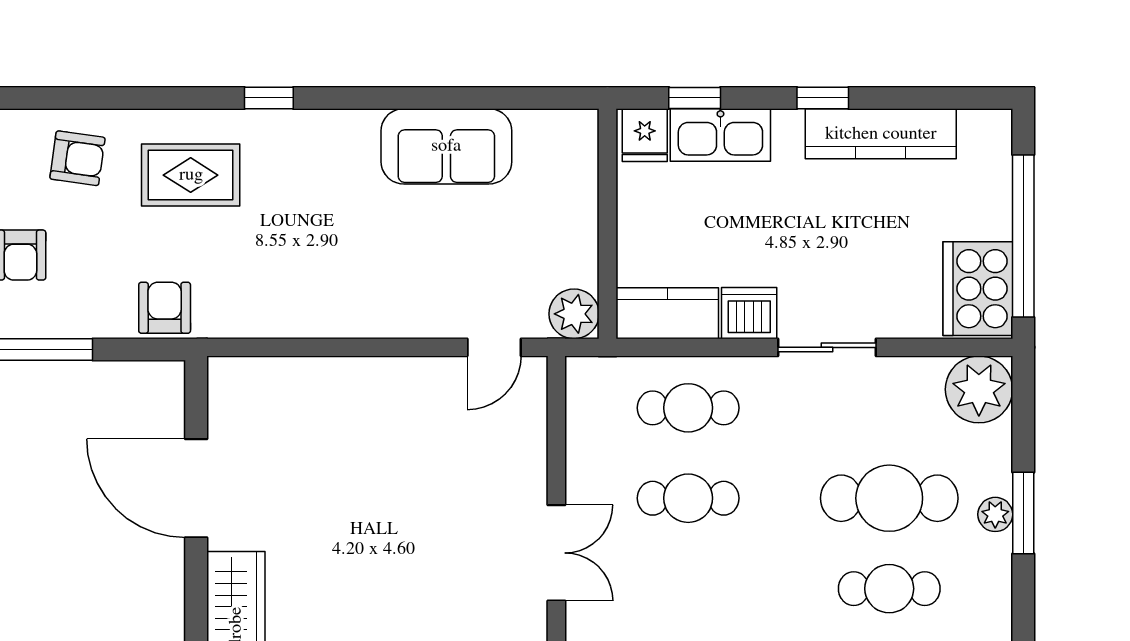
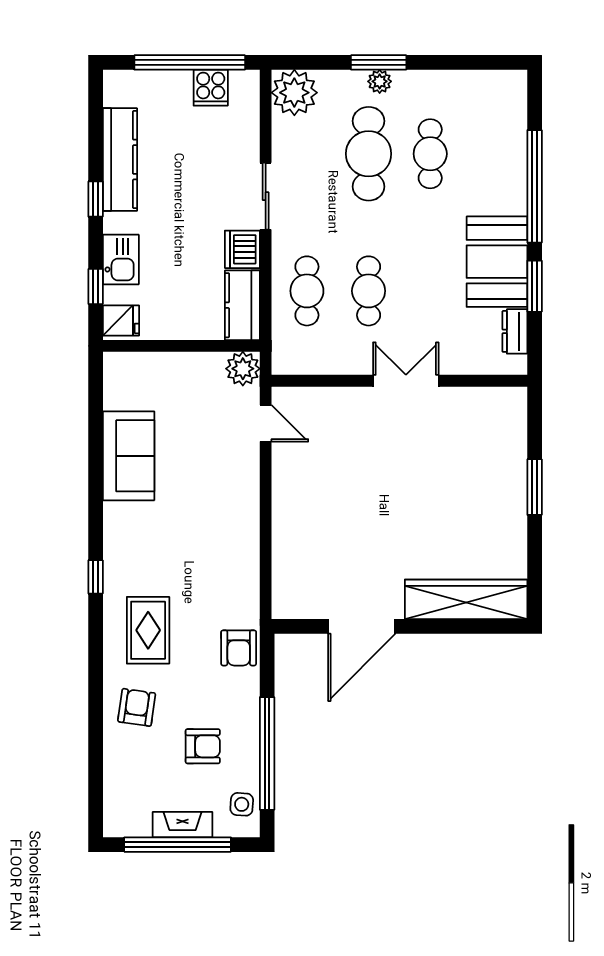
kitchen sink: (720, 135) -> (121, 260), width x0.73
cooker: (978, 289) -> (211, 88), width x0.53, depth x0.76
armchair: (165, 308) -> (239, 648), turned -90

